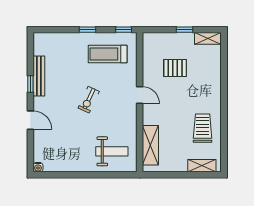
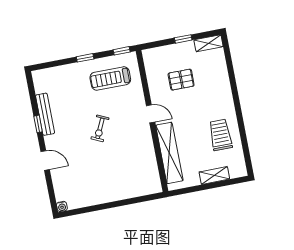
shelving: (150, 145) -> (169, 153), width x1.47
weight bench: (112, 151) -> (133, 176), removed
shelving: (202, 166) -> (214, 176), moved

